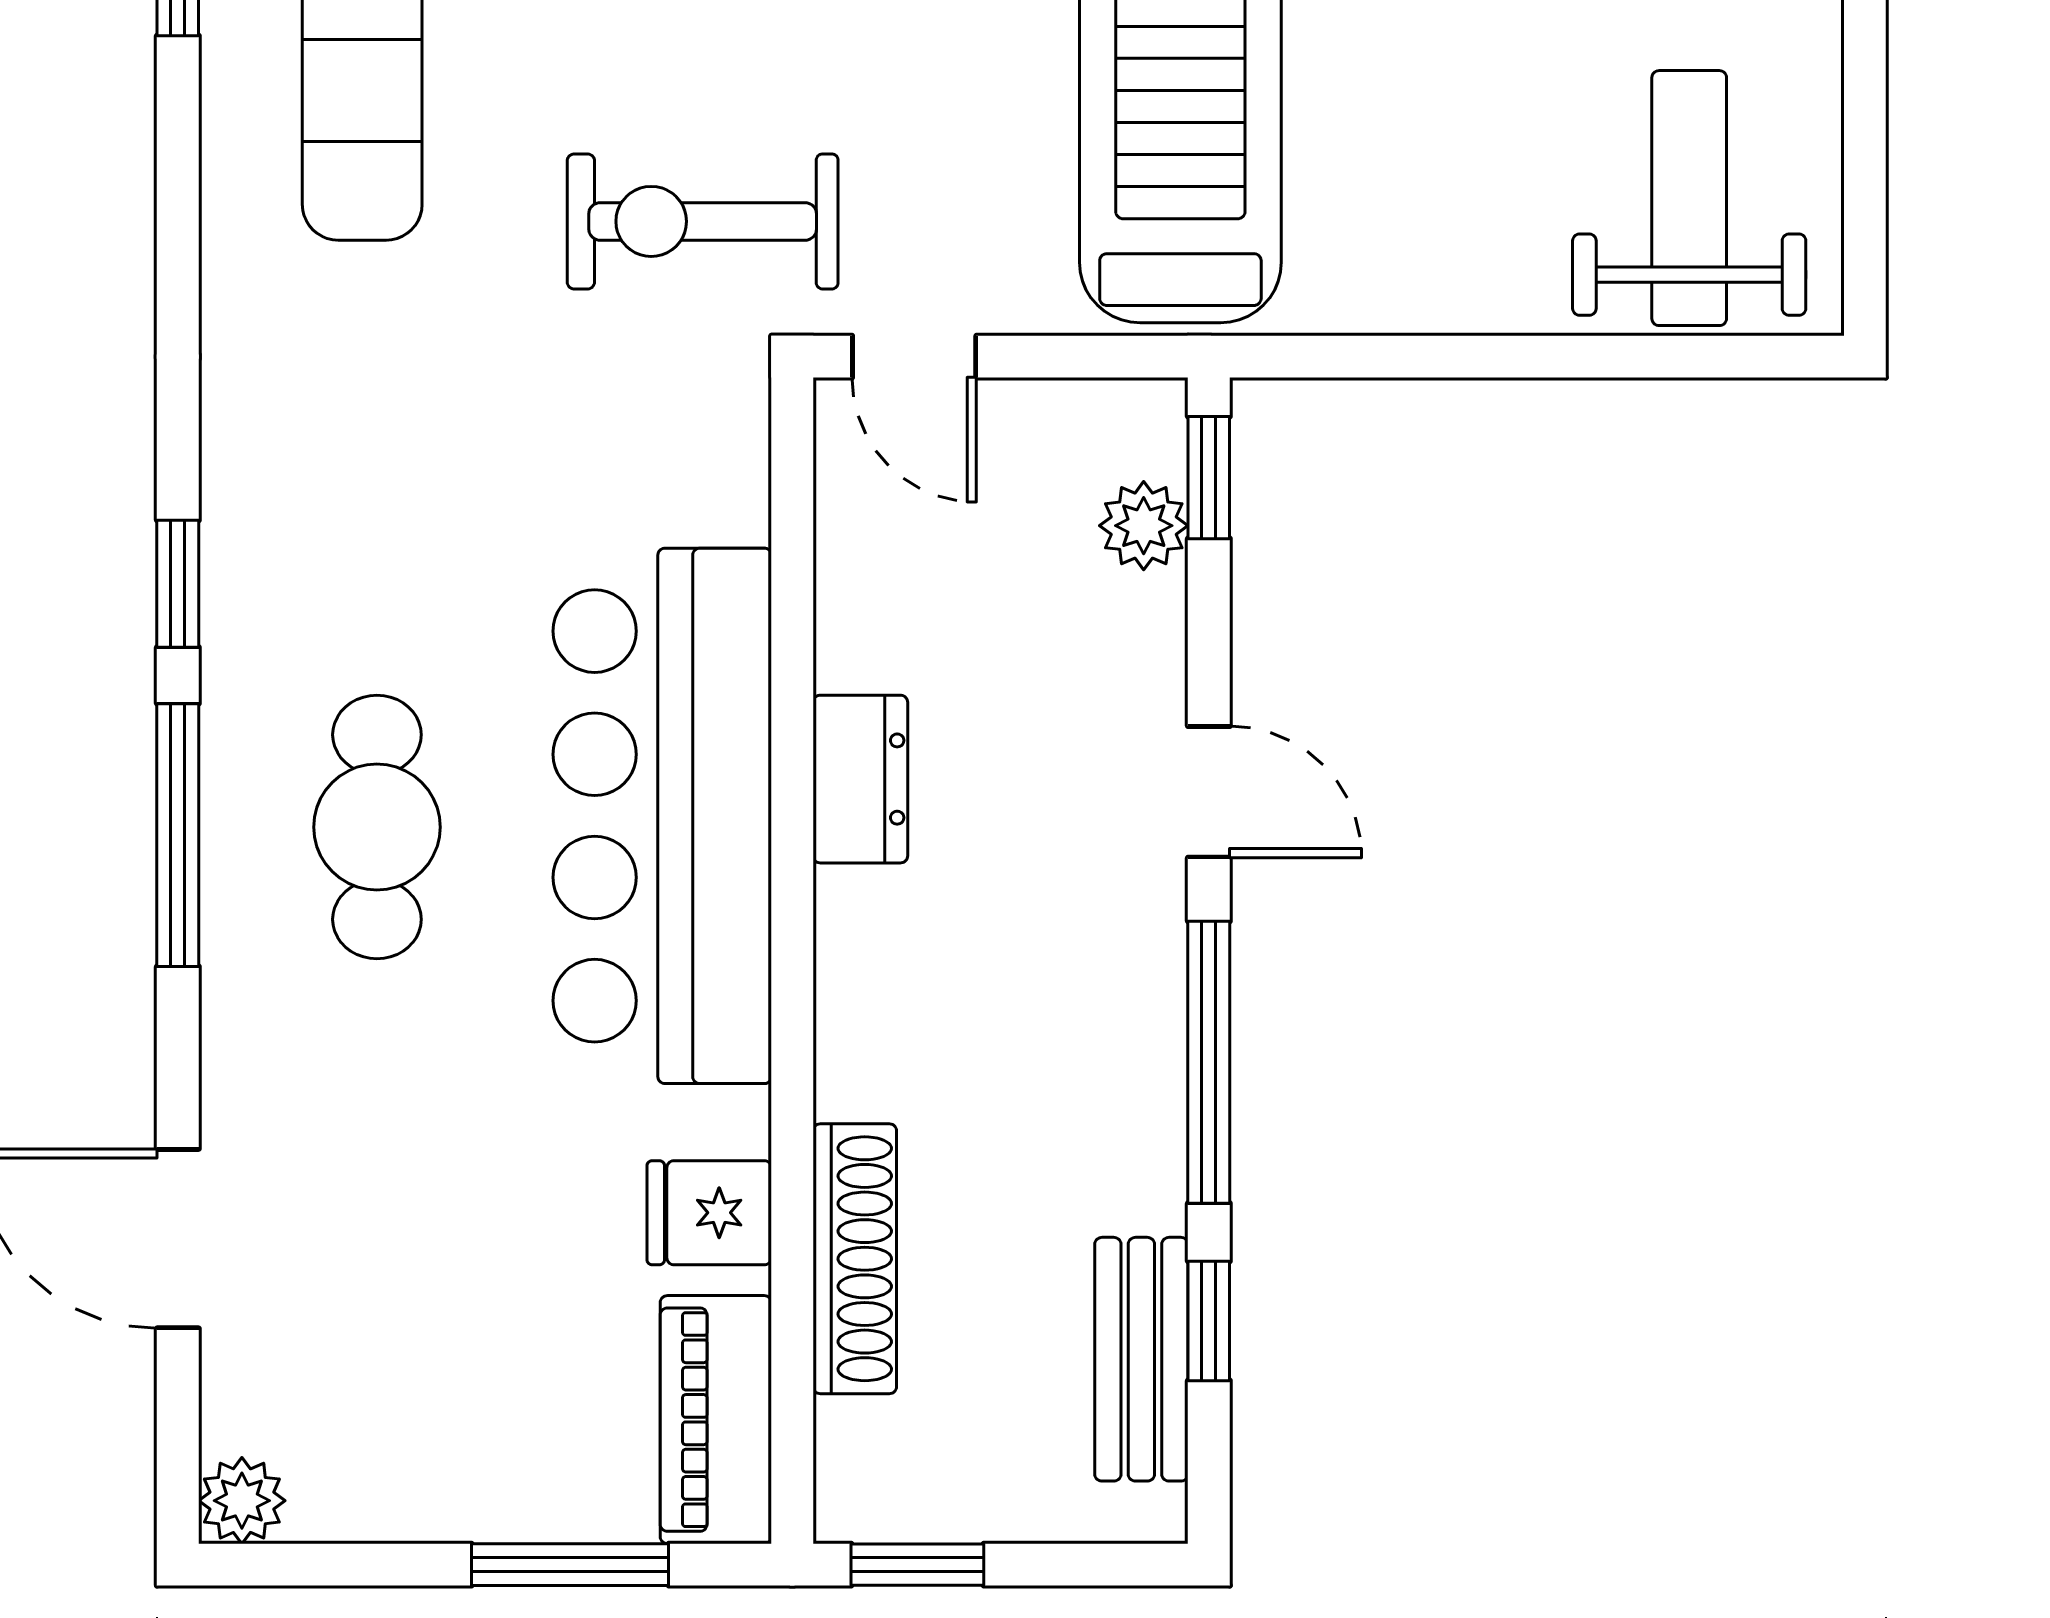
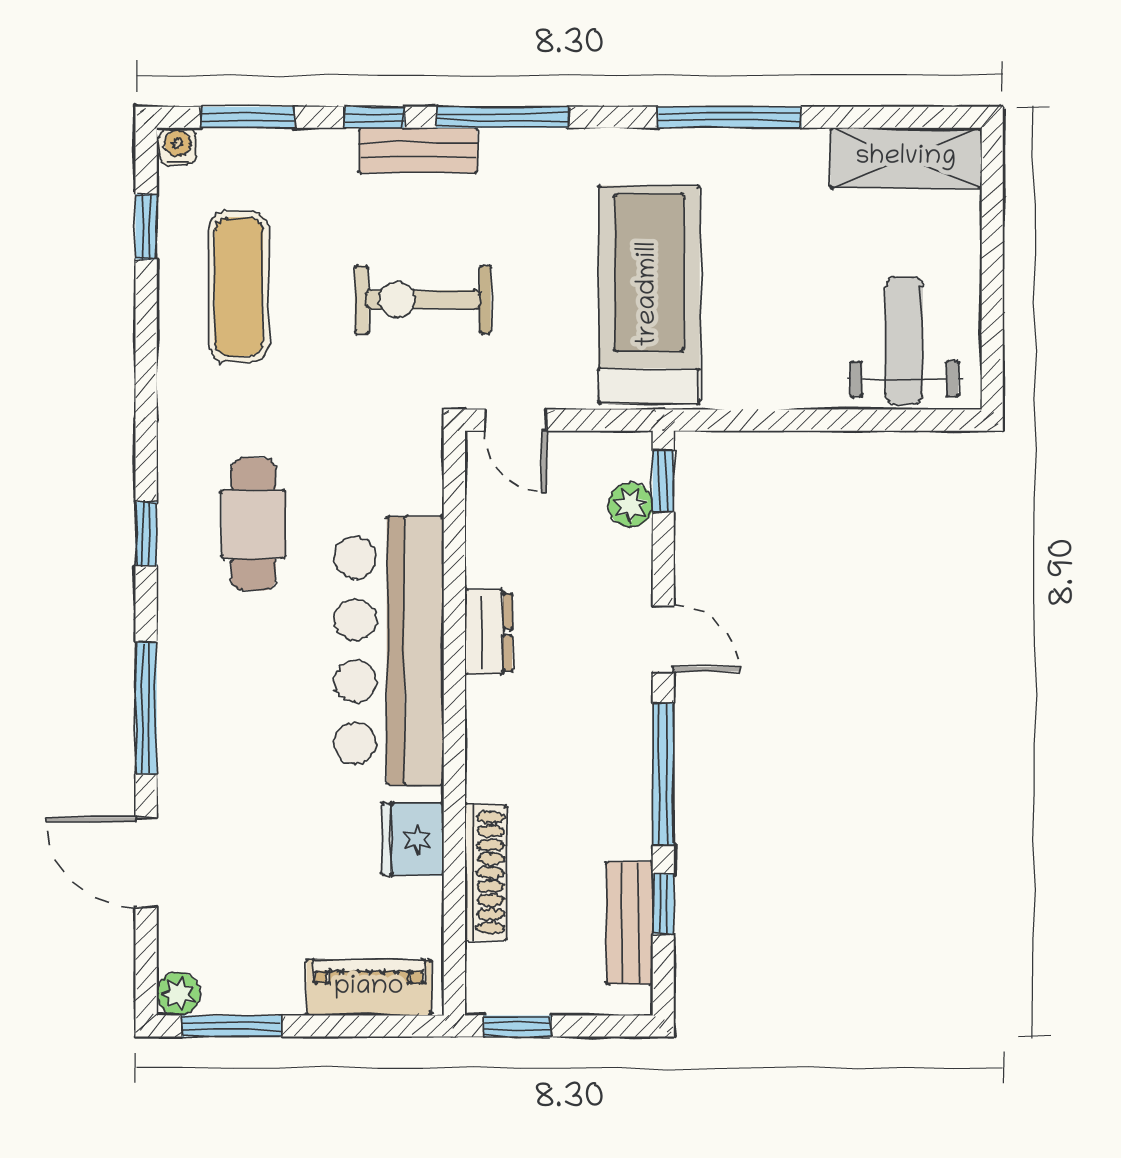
exercise bike: (703, 221) -> (423, 300), moved
cafe table: (377, 827) -> (253, 524), moved
window: (178, 835) -> (146, 708), moved
fridge: (709, 1213) -> (413, 839), width x1.38
piano: (716, 1420) -> (369, 988), moved, turned 90
window: (570, 1565) -> (231, 1026), moved

